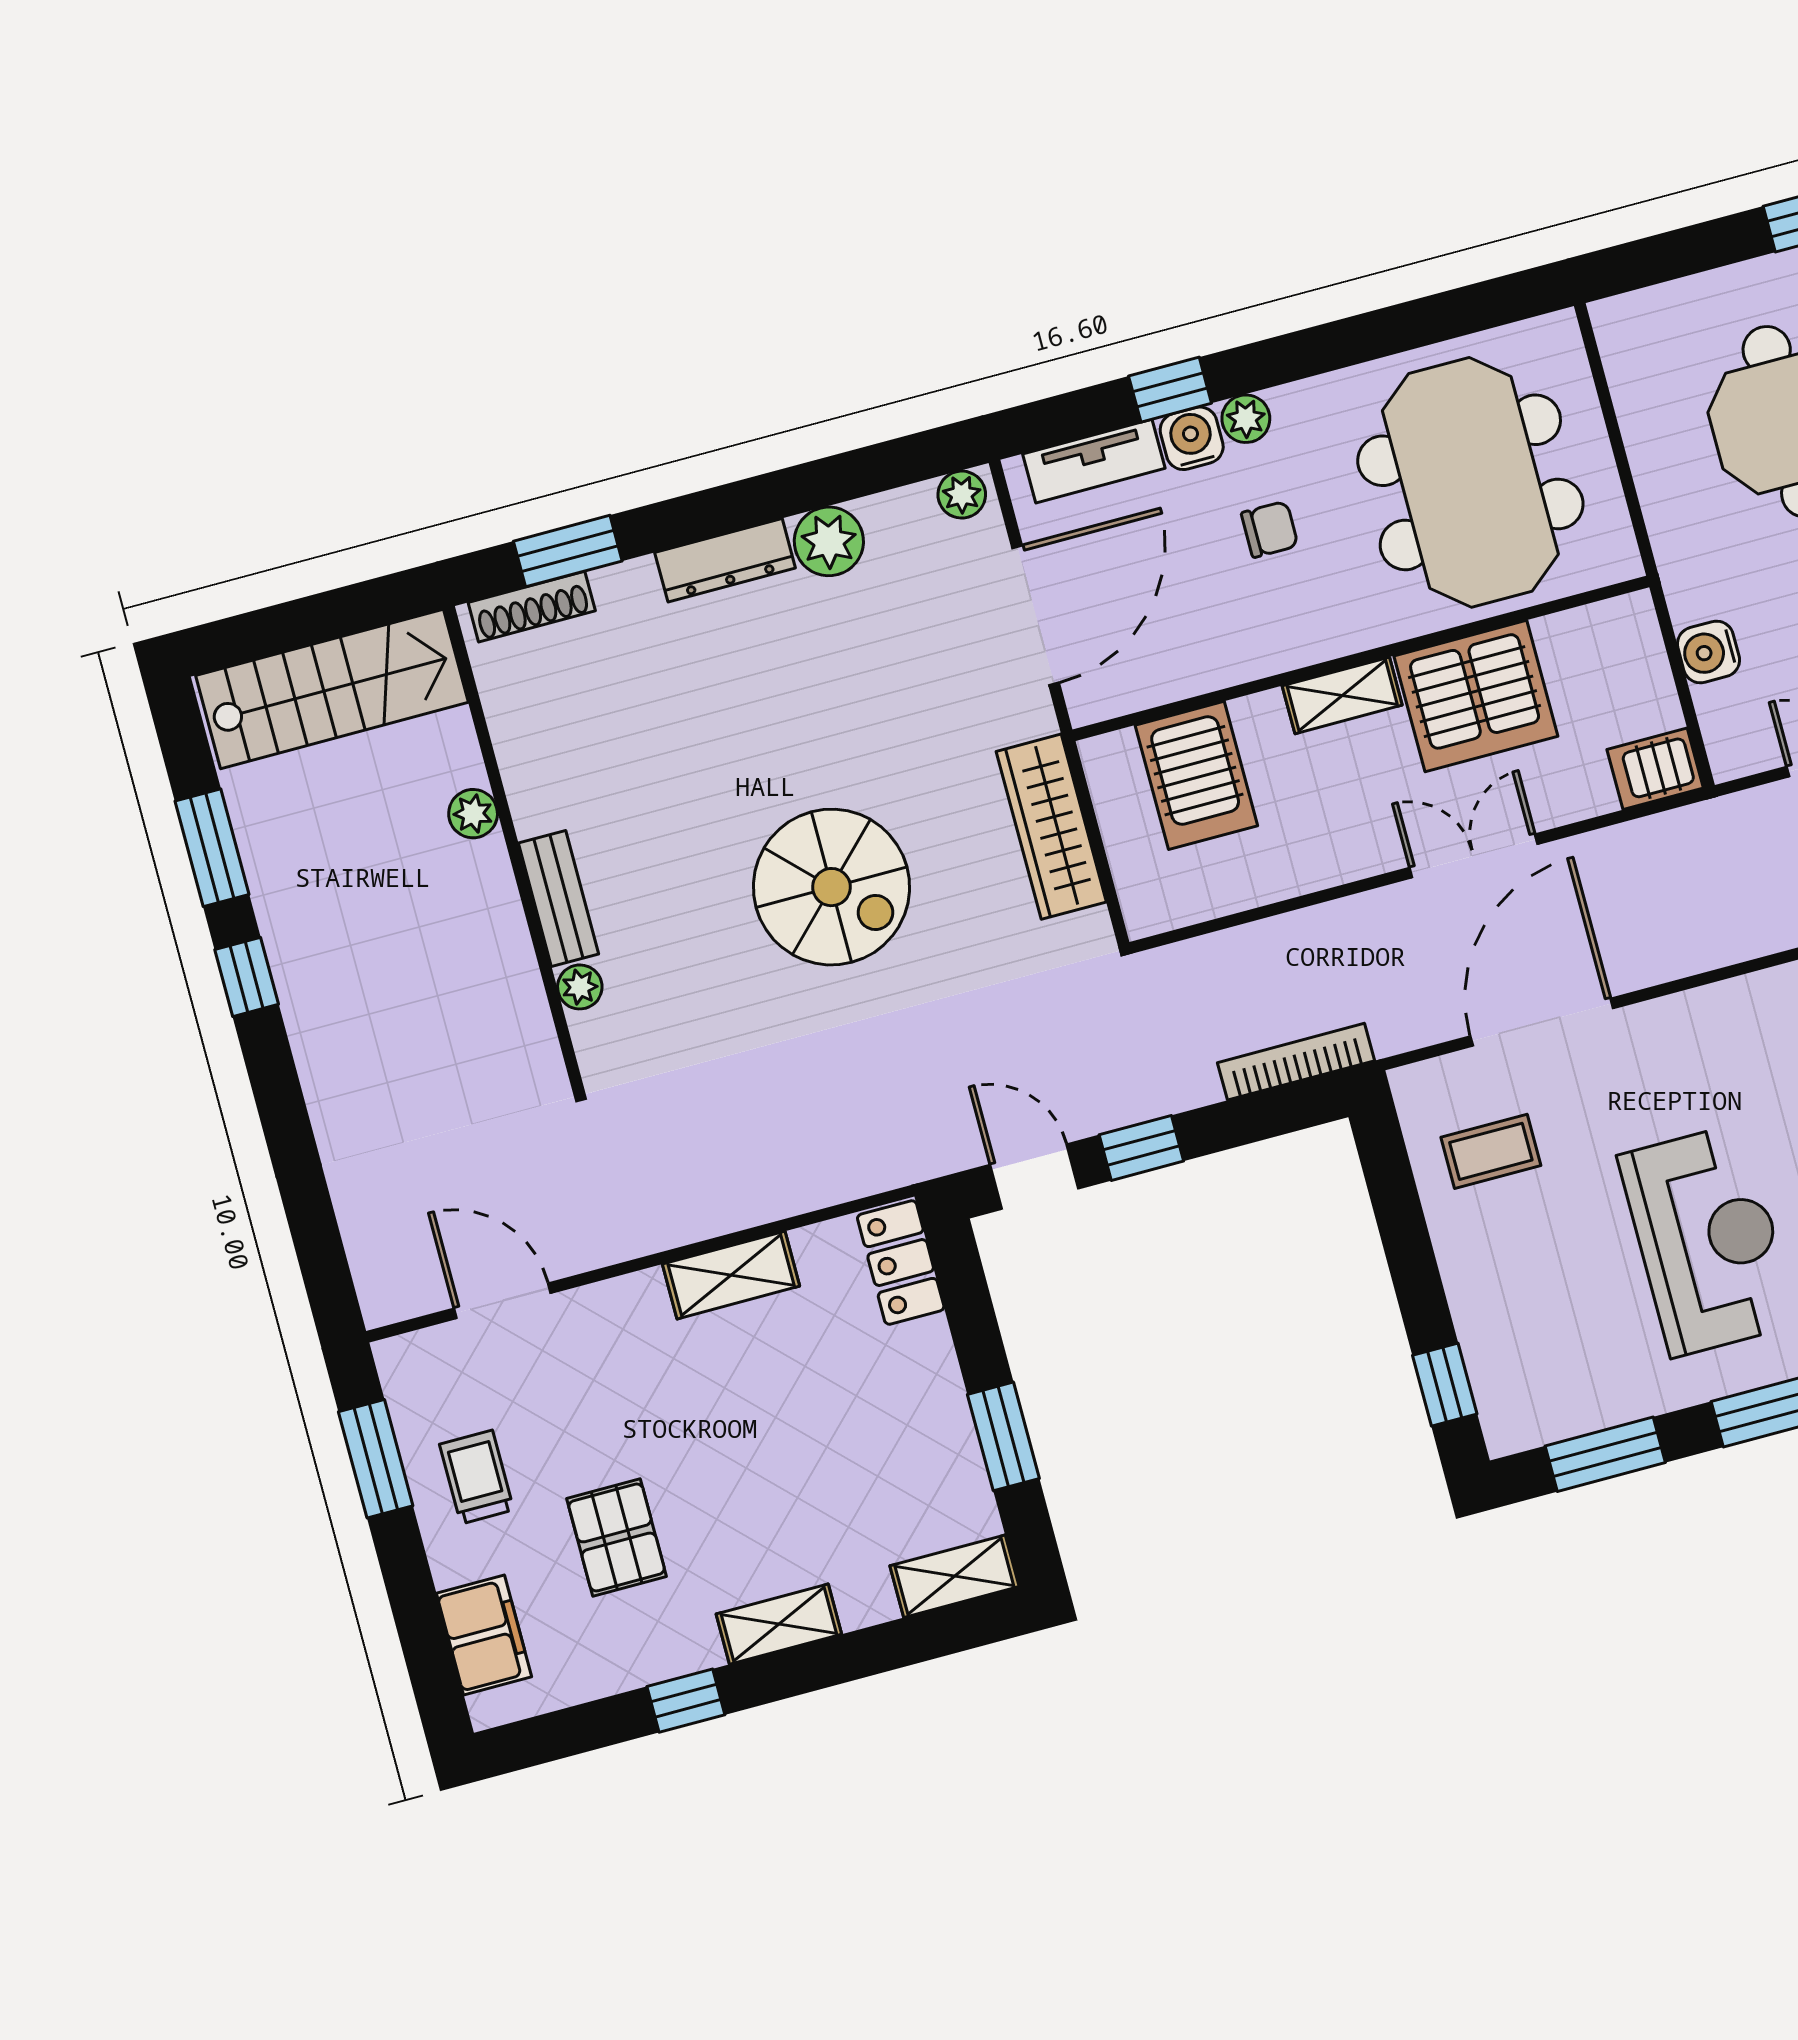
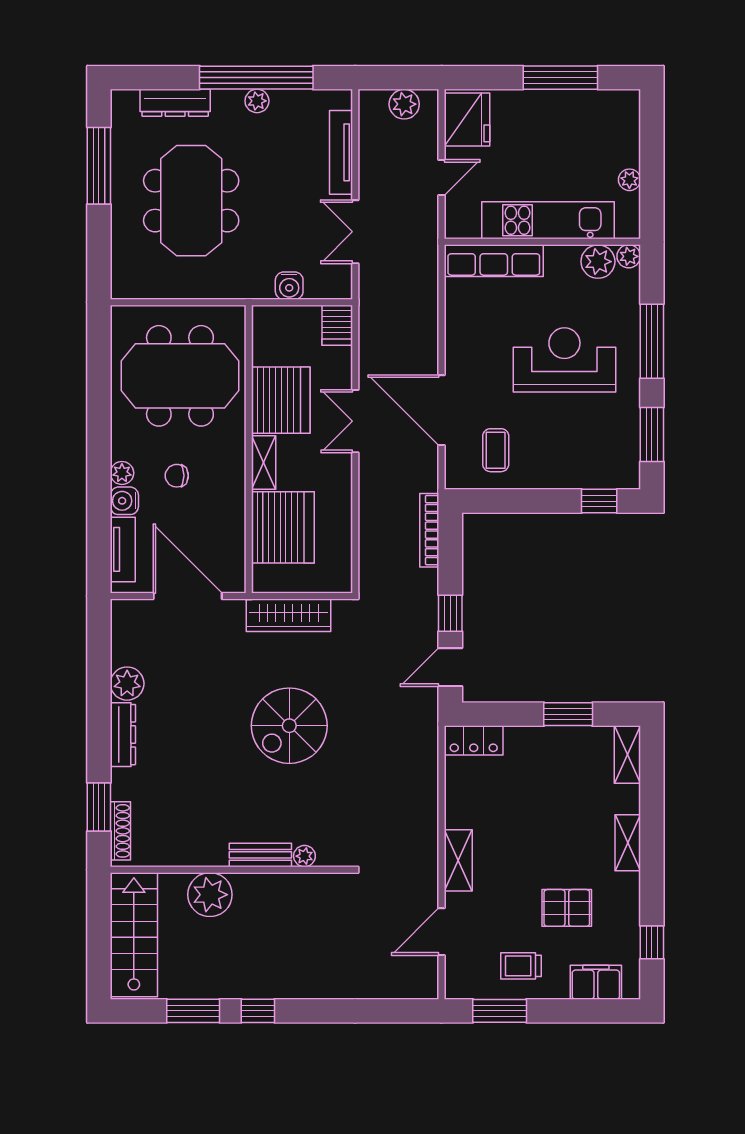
window: (1170, 390) -> (99, 505), removed
plant: (962, 495) -> (122, 615), removed
chair: (1270, 529) -> (177, 476), turned -90
server rack: (1196, 775) -> (283, 527), width x1.60
plant: (473, 814) -> (210, 895), width x1.88, depth x1.88
spiral stairs: (831, 887) -> (289, 726), turned 180
shelving: (731, 1275) -> (458, 860), moved
window: (686, 1701) -> (652, 942), moved

